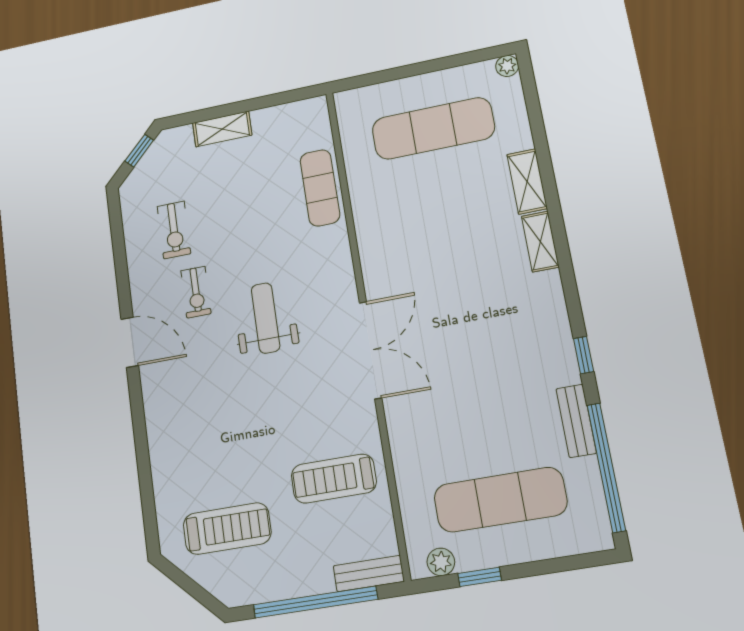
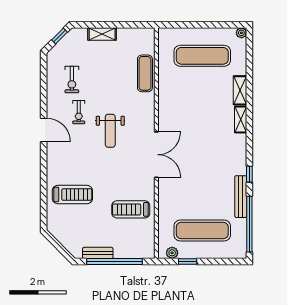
weight bench: (266, 318) -> (110, 131), turned 180
bench: (576, 421) -> (241, 197), width x1.36
treadmill: (227, 529) -> (72, 195), moved
bench: (369, 574) -> (98, 253), moved

